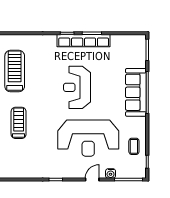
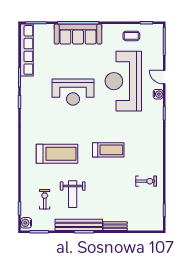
row of seats: (84, 41) -> (27, 50), moved
treadmill: (15, 71) -> (57, 154), turned 180
treadmill: (19, 123) -> (108, 150), turned 180
reception desk: (88, 138) -> (123, 81), turned 180
water cooler: (111, 173) -> (158, 94), moved

